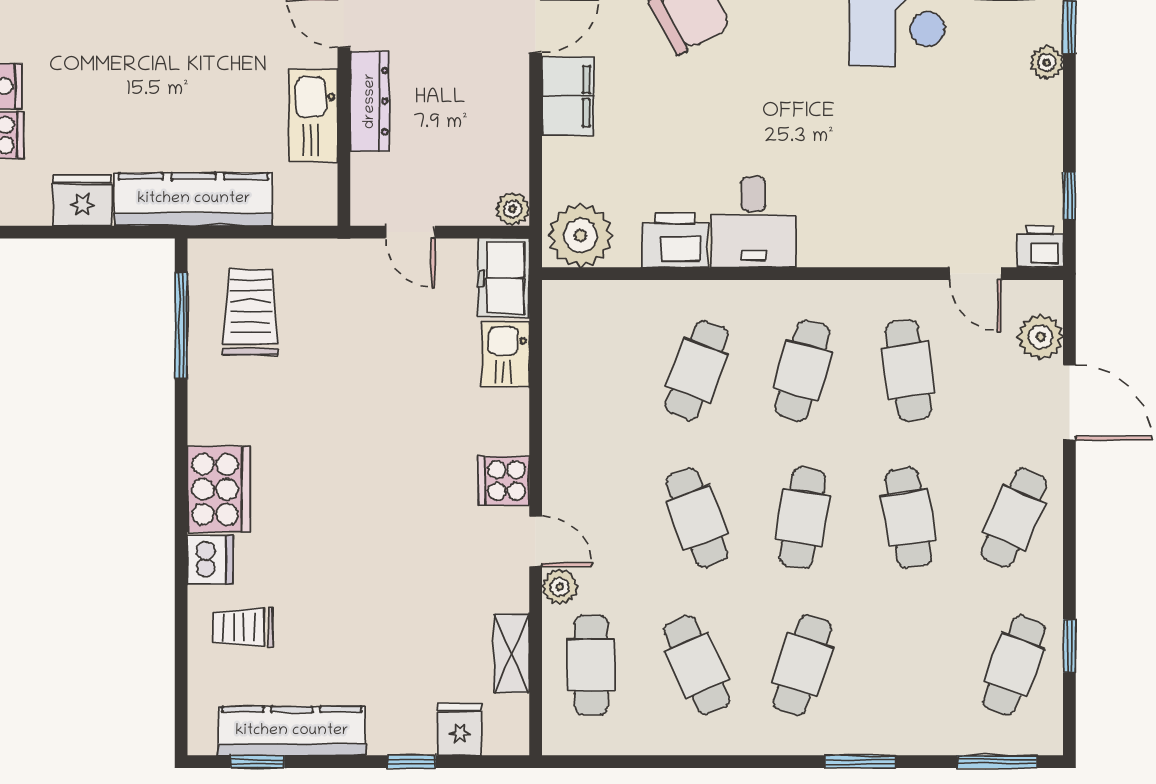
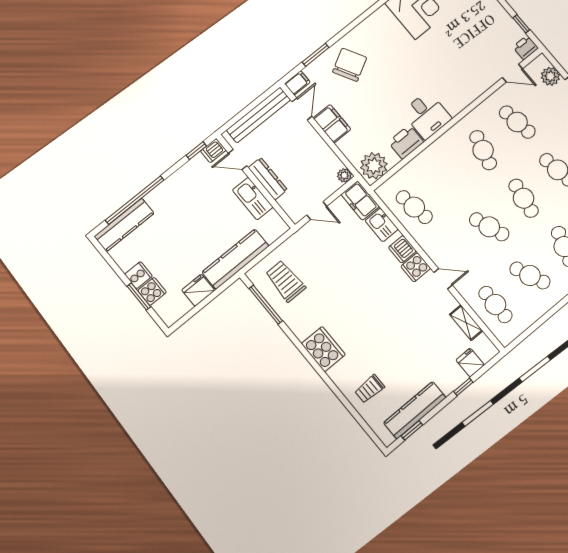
cafe table: (697, 370) -> (414, 207), moved, turned -30
dishwasher: (210, 560) -> (402, 249), moved, turned 180
plant: (560, 587) -> (463, 287), removed

